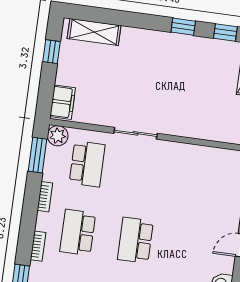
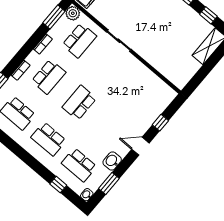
school desk: (78, 232) -> (49, 77), turned 180

